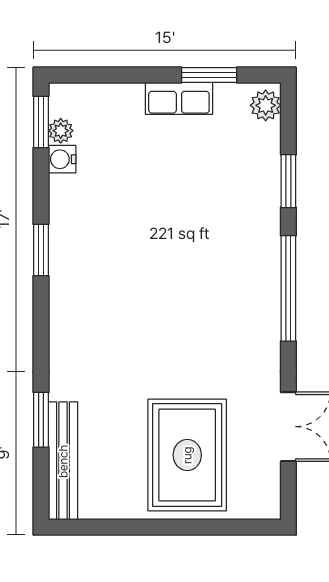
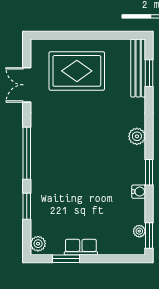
water cooler: (62, 159) -> (139, 192), moved
plant: (66, 323) -> (137, 136), added
window: (41, 420) -> (149, 73), moved
rug: (187, 455) -> (77, 71), turned 90

